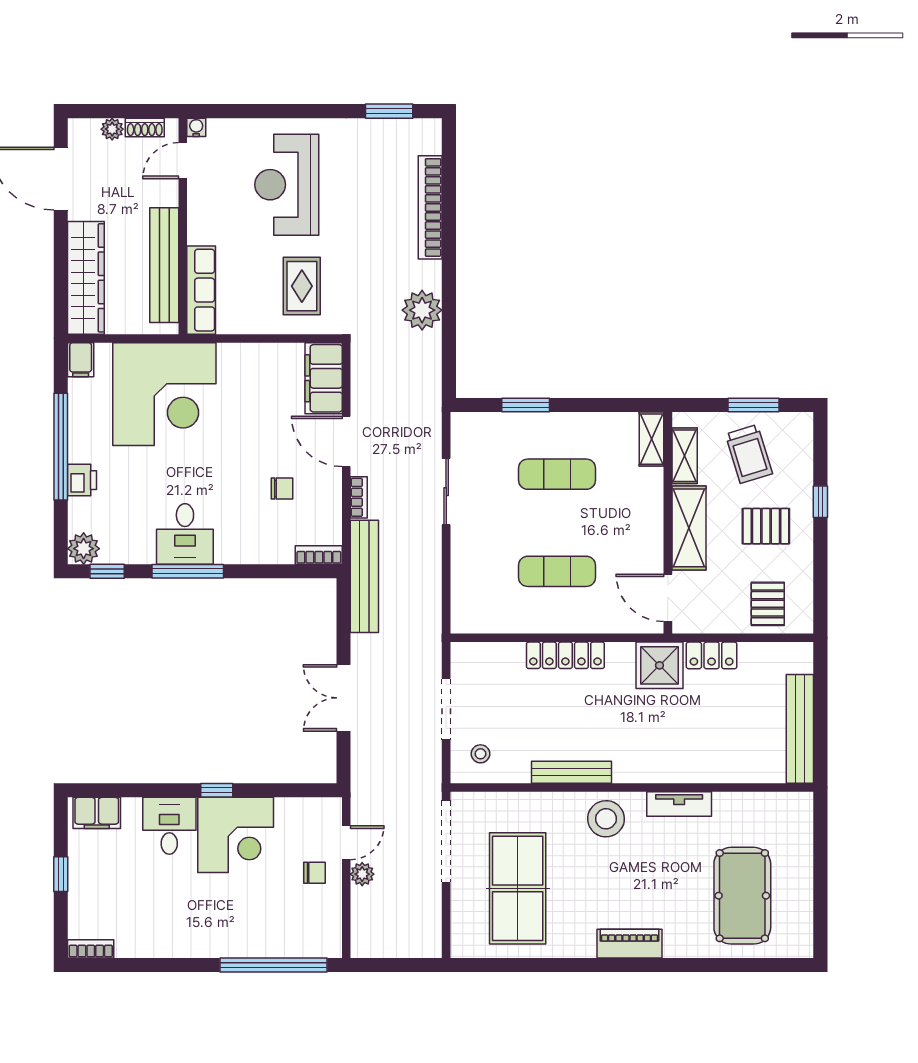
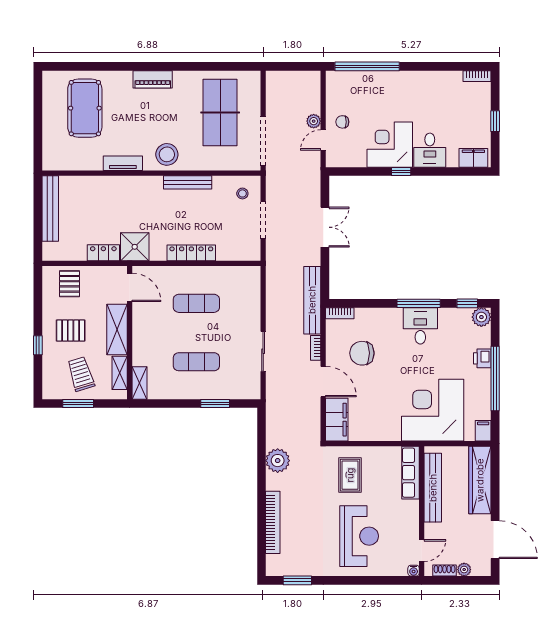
chair: (282, 489) -> (362, 353), width x1.87, depth x1.87

